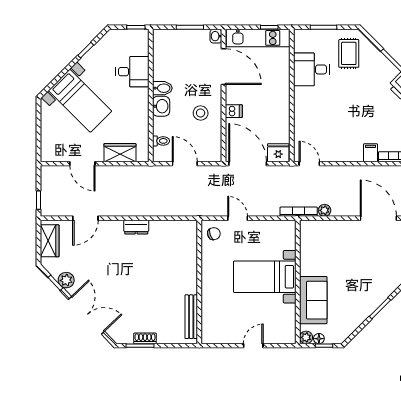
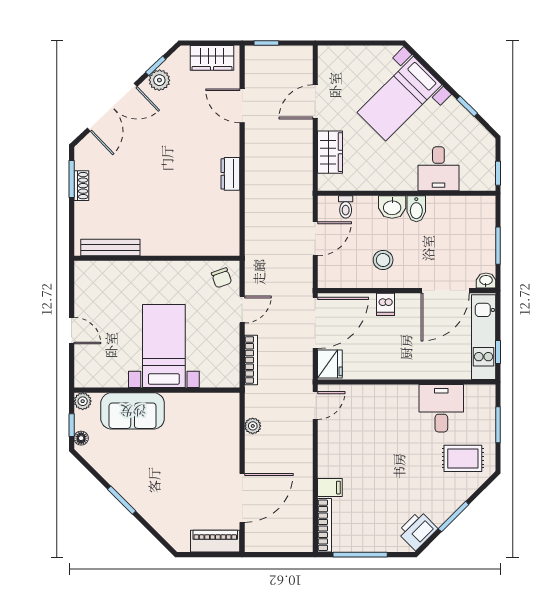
bookcase: (299, 212) -> (251, 360), moved
floor lamp: (319, 339) -> (81, 438), moved

